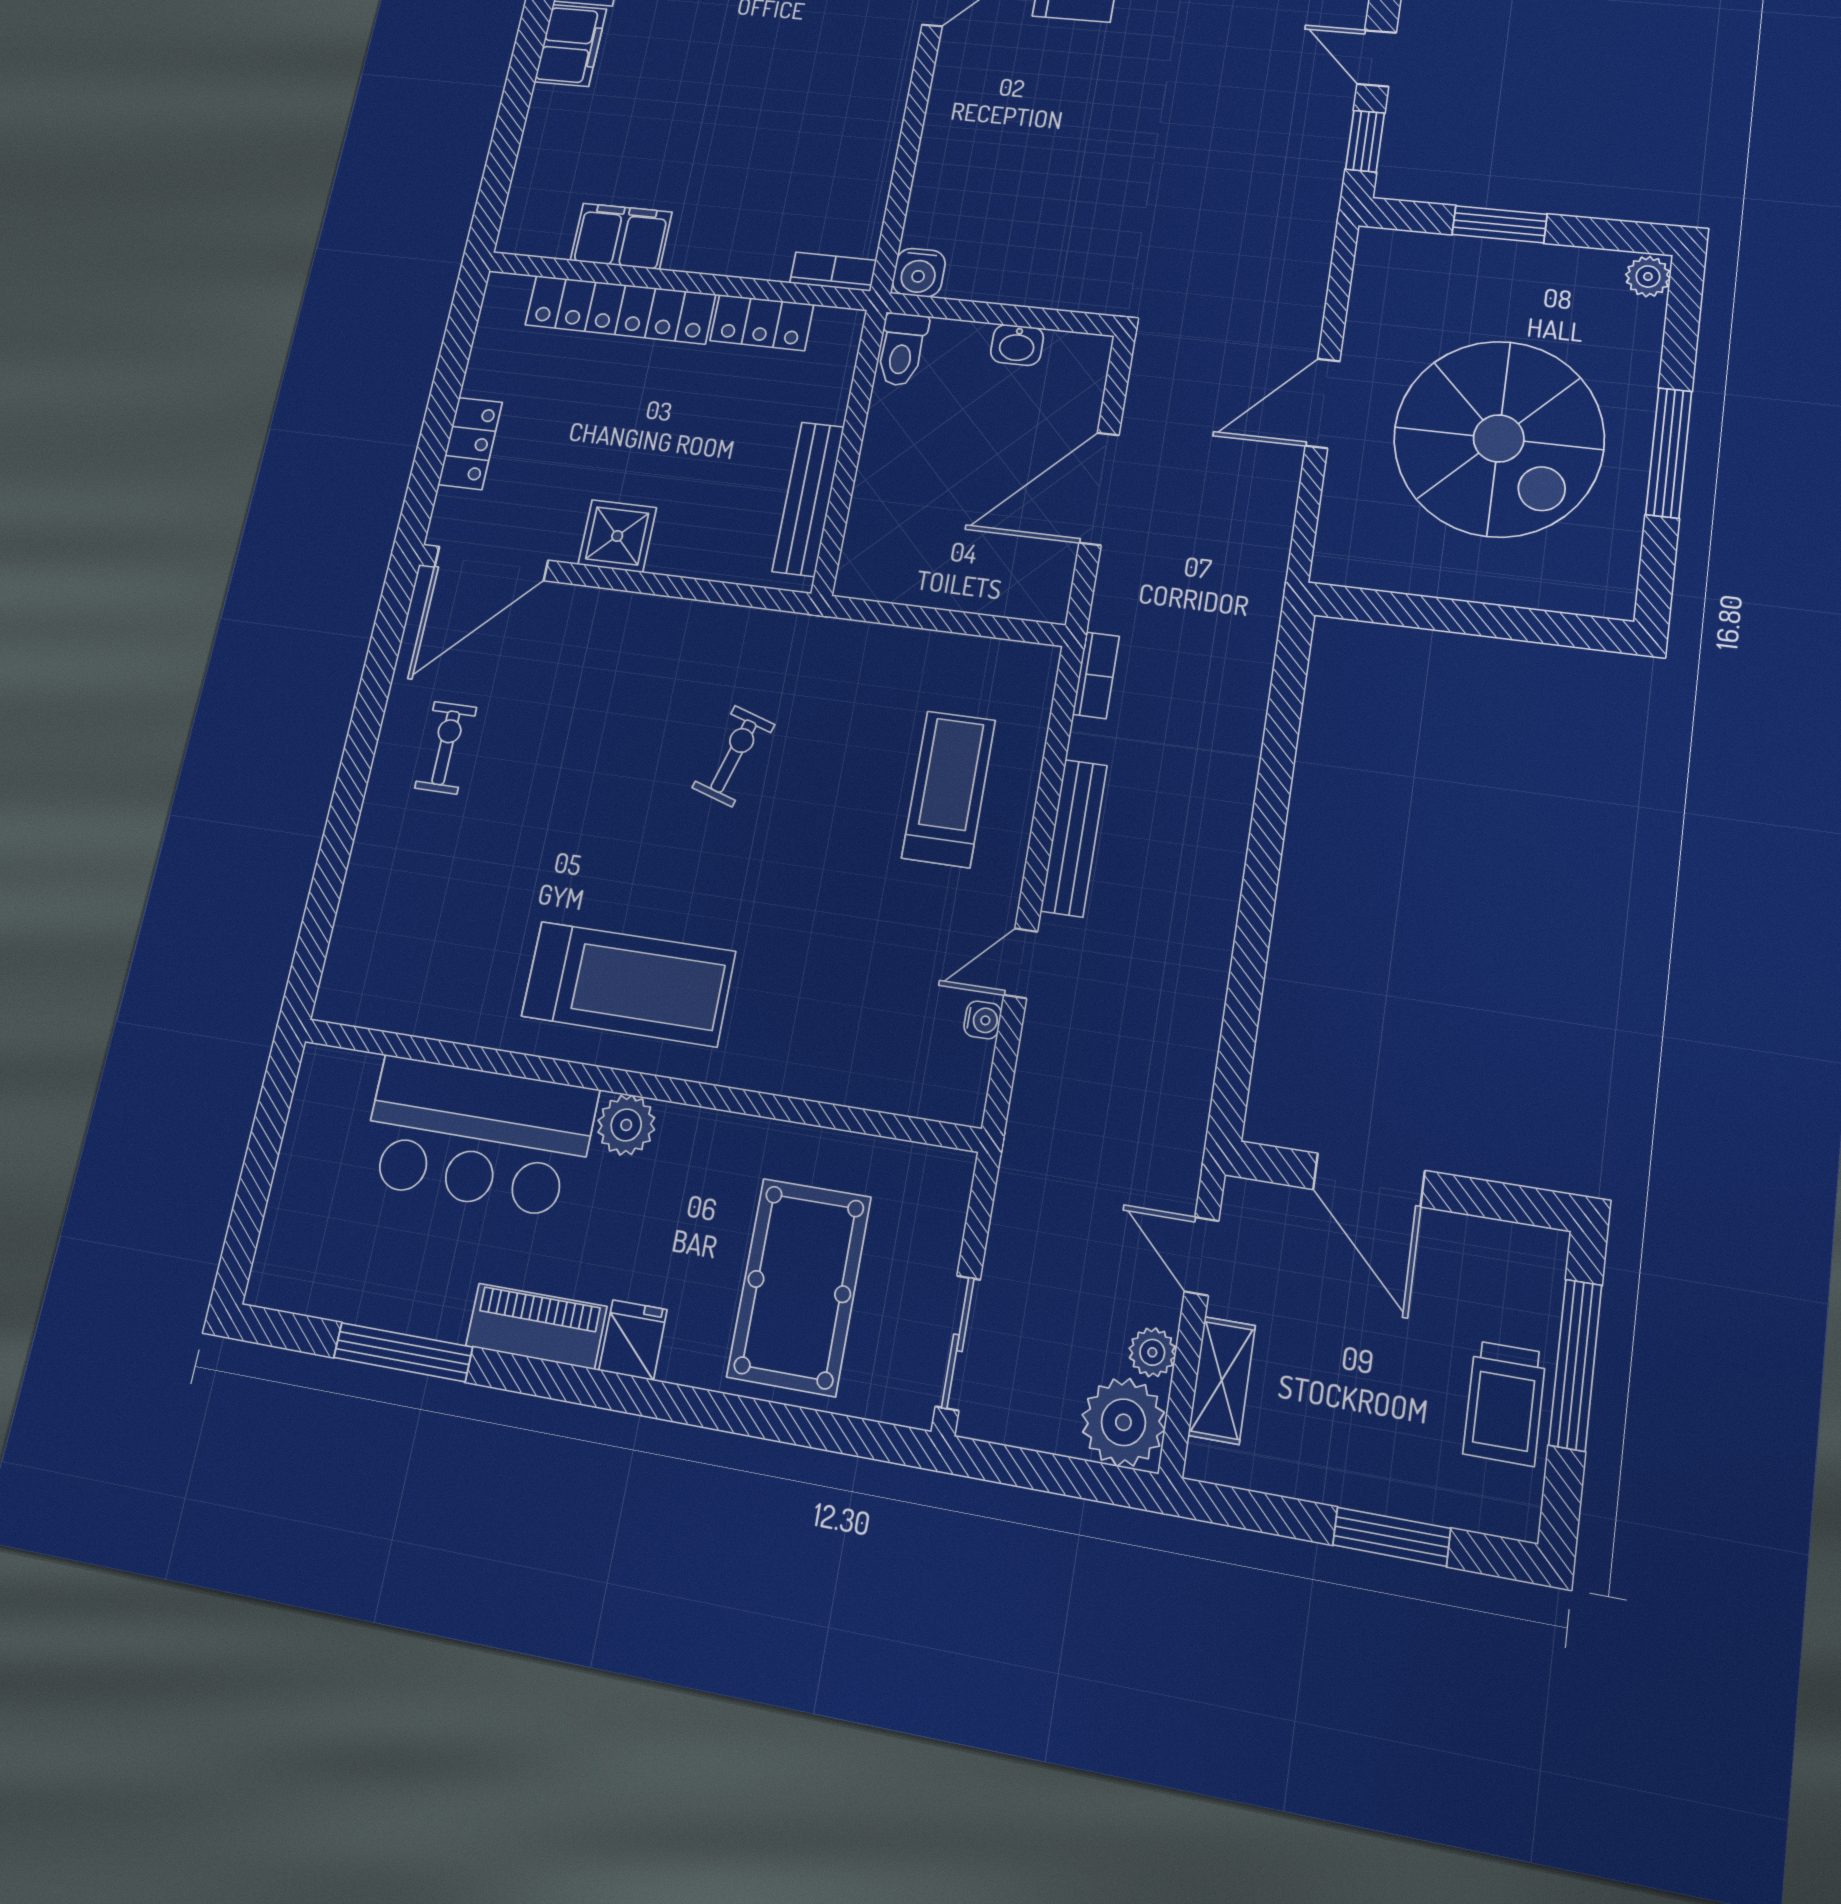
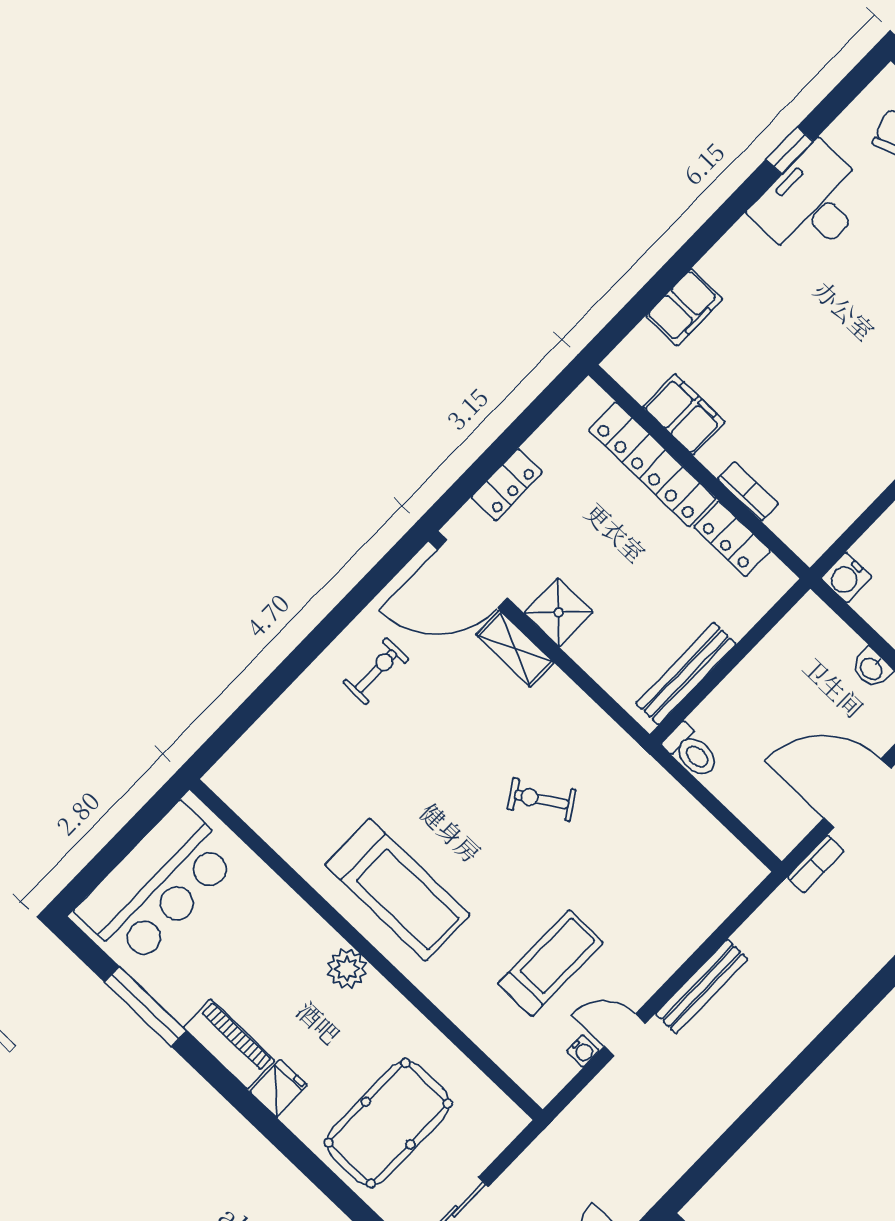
filing cabinet: (571, 45) -> (684, 307), moved
bookcase: (833, 272) -> (748, 491), moved
toilet: (902, 349) -> (692, 751), moved, turned -90
shelving: (592, 610) -> (515, 649), added
bookcase: (1096, 675) -> (816, 864), moved
exercise bike: (734, 756) -> (541, 799), turned -140
treadmill: (949, 789) -> (550, 963), moved
bar counter: (478, 1136) -> (158, 885), moved, turned -90

